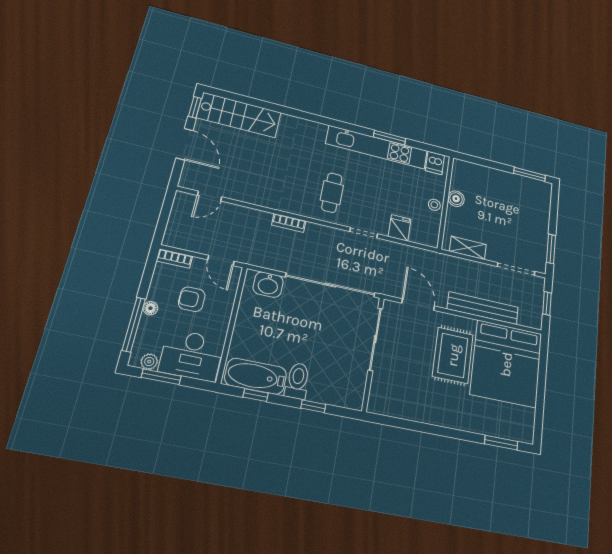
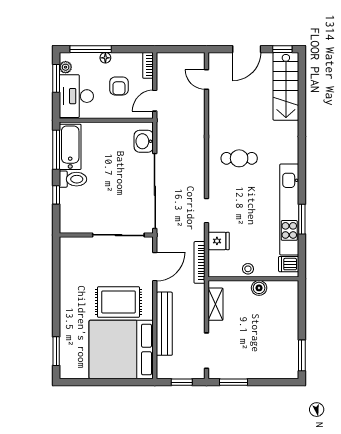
cafe table: (332, 193) -> (239, 158), moved
bookcase: (289, 223) -> (200, 262), moved, width x1.56
armchair: (192, 299) -> (119, 86), turned 180
window: (256, 395) -> (56, 150), width x2.17

